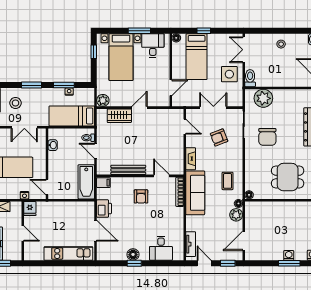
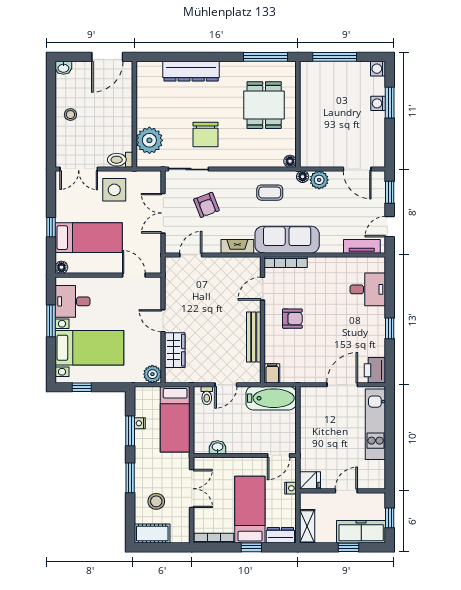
chair: (267, 137) -> (206, 134), turned 90
printer: (104, 209) -> (375, 370), moved, turned -90
floor lamp: (133, 254) -> (377, 330), removed

